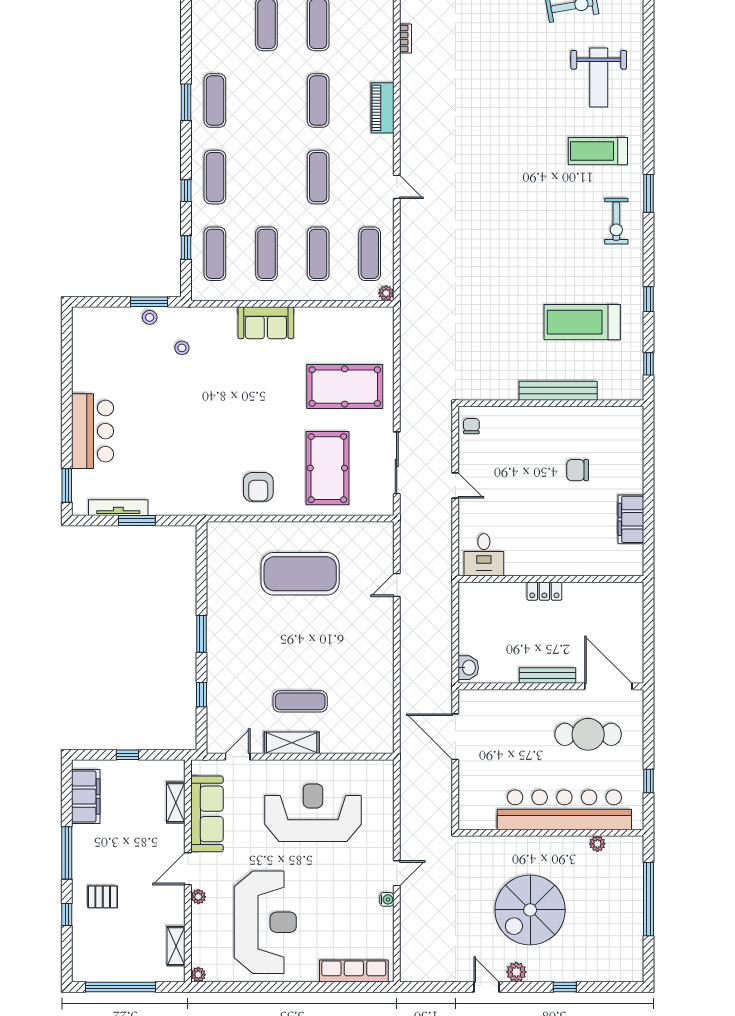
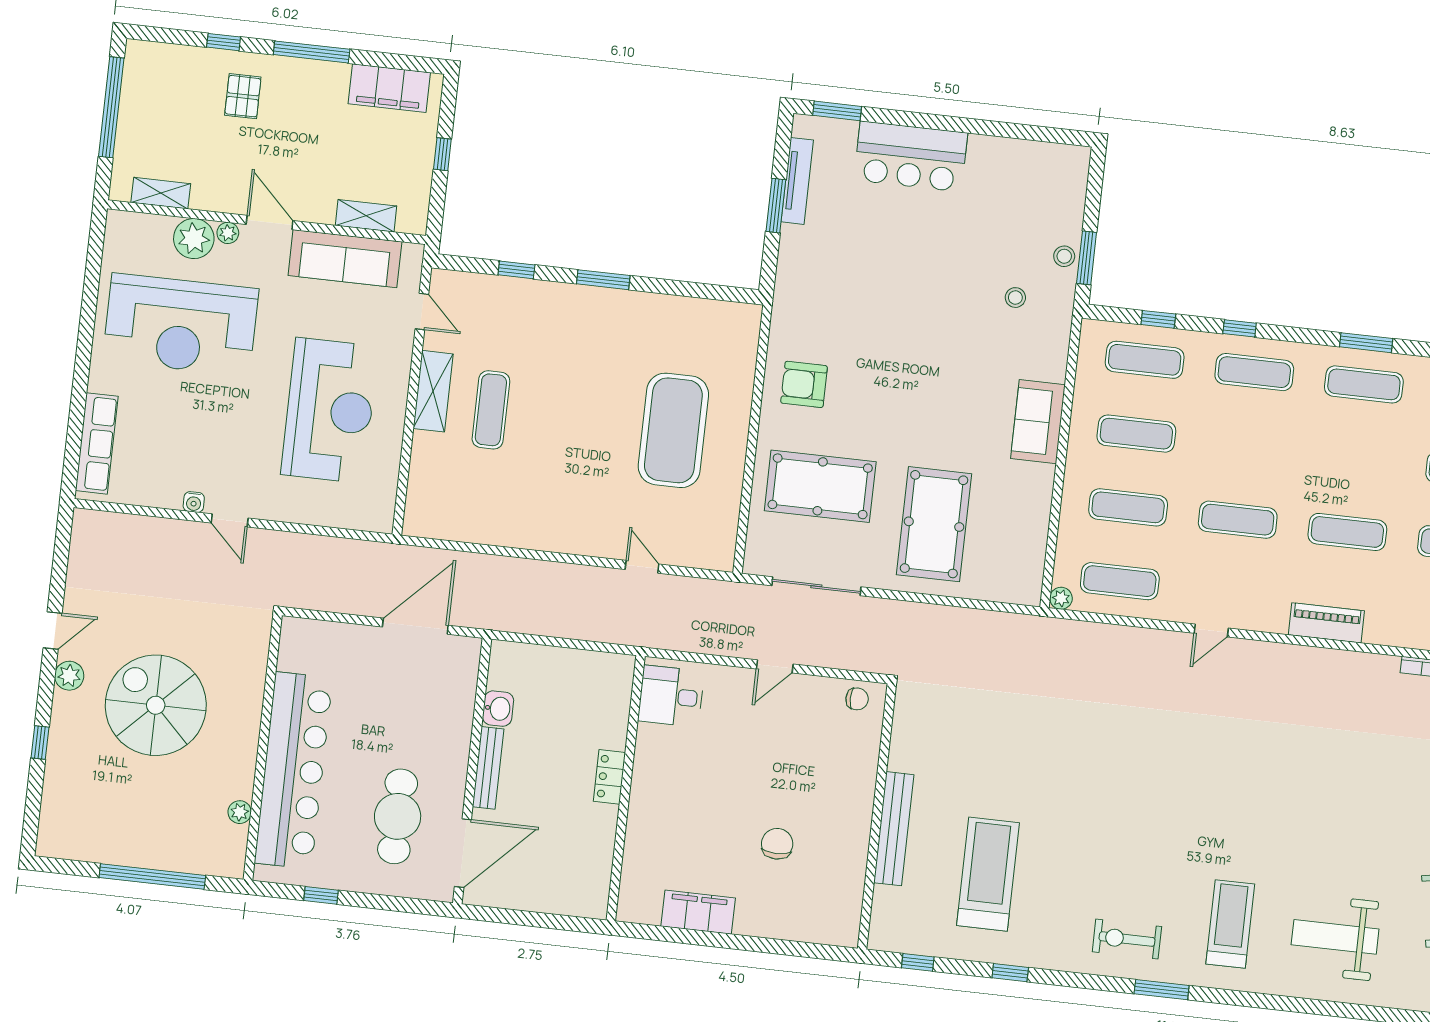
washbasin: (468, 668) -> (498, 709), moved, turned -90
plant: (198, 975) -> (194, 239), moved, width x1.87, depth x1.87

